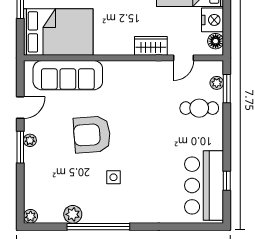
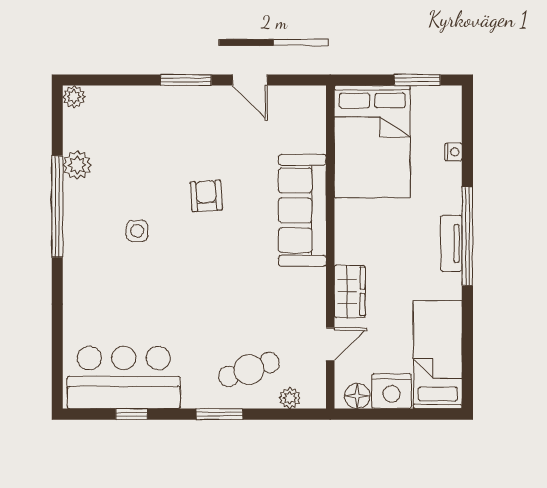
door: (184, 58) -> (330, 344), swing flipped
sofa: (68, 75) -> (302, 210), moved
window: (227, 89) -> (219, 414), moved
cafe table: (199, 108) -> (249, 370), turned 71
armchair: (92, 135) -> (206, 196), width x0.53, depth x0.53
plant: (30, 140) -> (197, 96), removed

